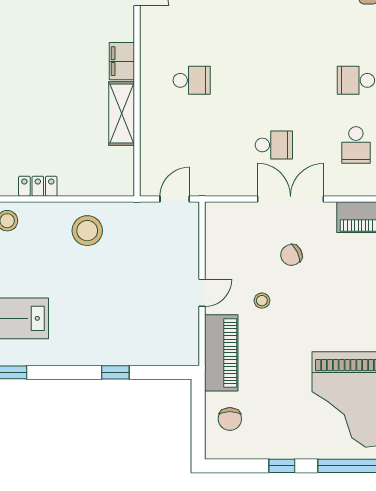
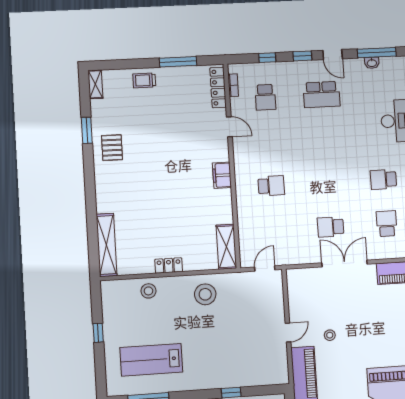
shelving: (122, 113) -> (226, 247), moved
school desk: (274, 145) -> (331, 227), turned 180
school desk: (356, 145) -> (387, 224), turned 180
chair: (291, 255) -> (348, 302), removed

